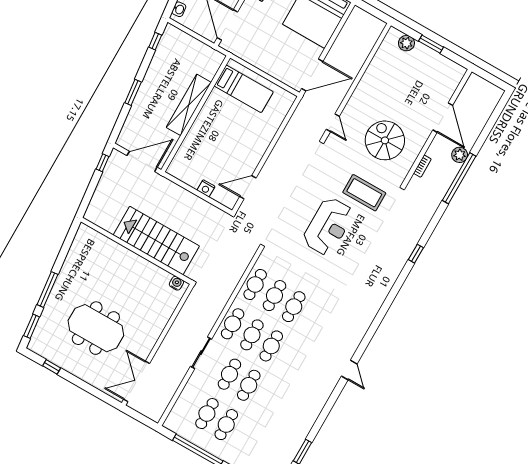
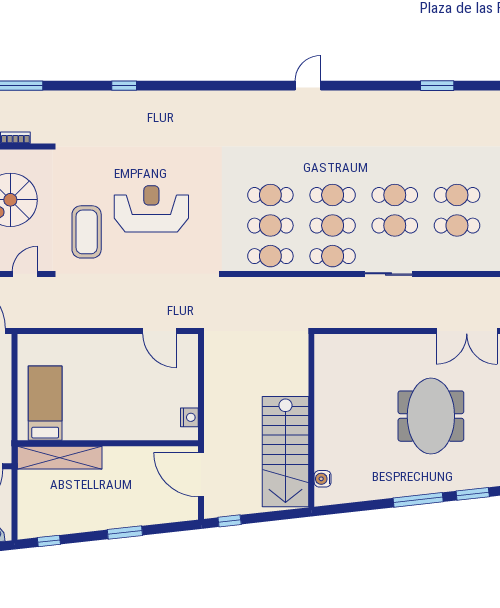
shelving: (189, 105) -> (60, 458), moved
nightstand: (206, 188) -> (189, 417), moved
coffee table: (364, 193) -> (87, 232), moved
stairs: (156, 241) -> (285, 452), moved
water cooler: (176, 283) -> (323, 479), moved

